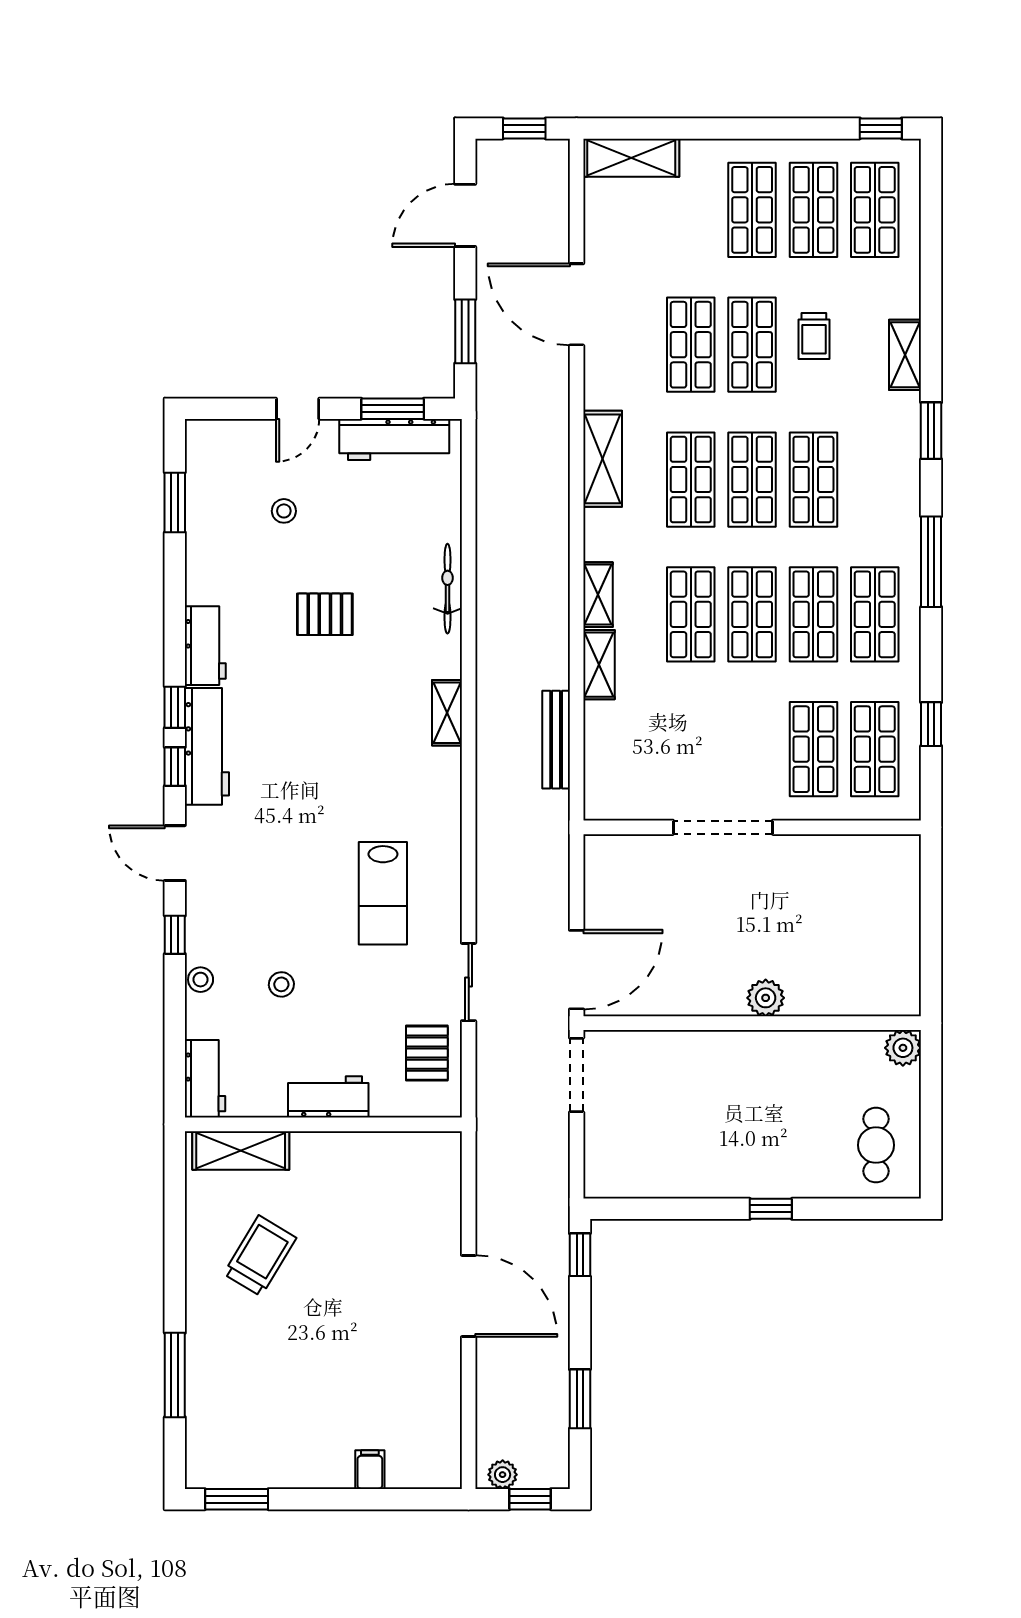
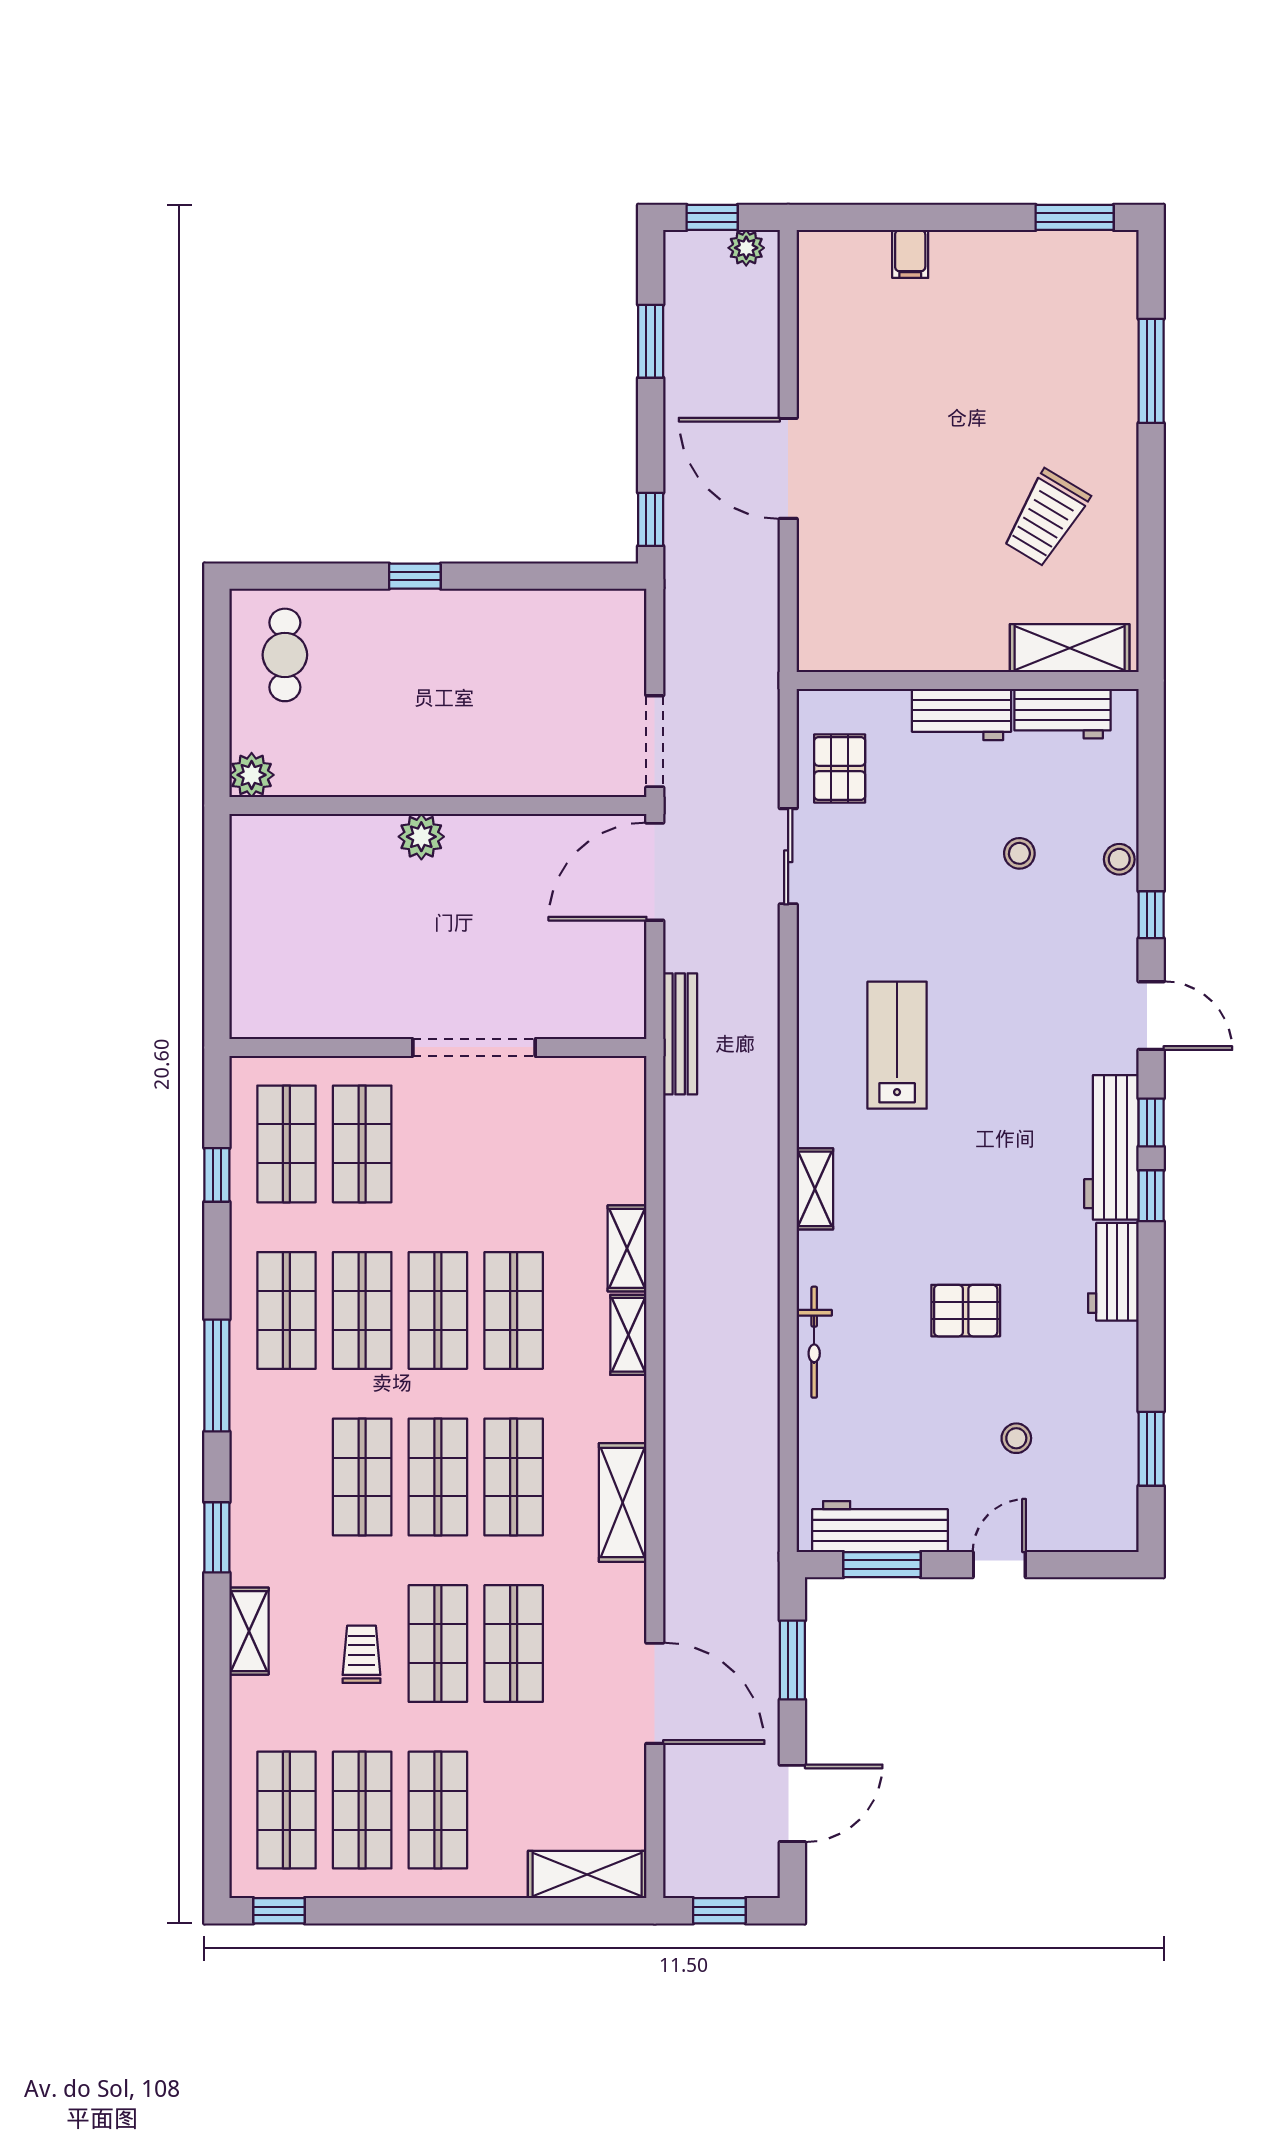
bench: (556, 740) -> (680, 1034), moved
lab bench: (383, 893) -> (897, 1045), moved
workbench: (205, 1079) -> (1063, 714), moved, turned -90

